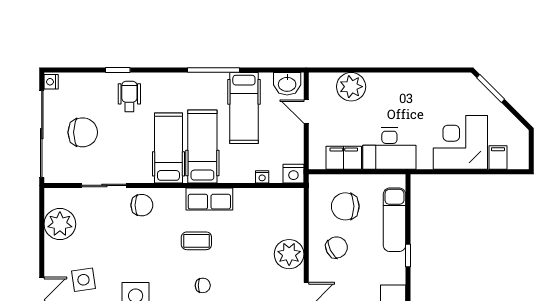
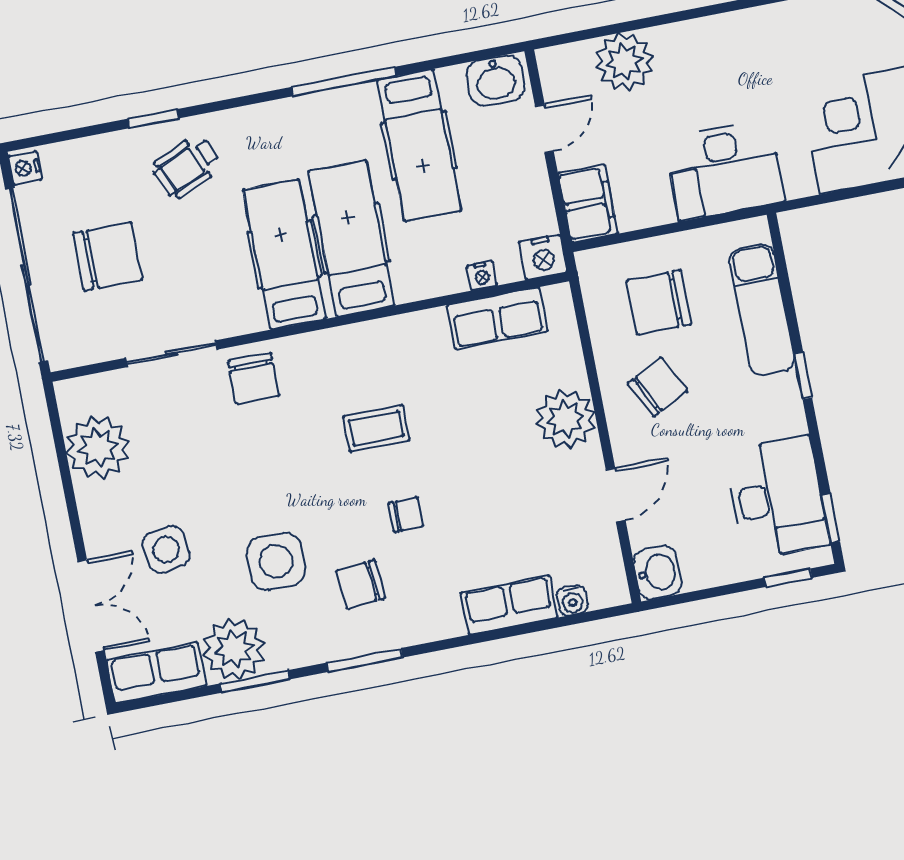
wheelchair: (129, 96) -> (187, 167), turned -114
door: (306, 112) -> (544, 129), swing flipped
filing cabinet: (344, 158) -> (588, 203), moved, turned 90
row of seats: (209, 199) -> (497, 318), moved
chair: (142, 205) -> (253, 378), turned 90

